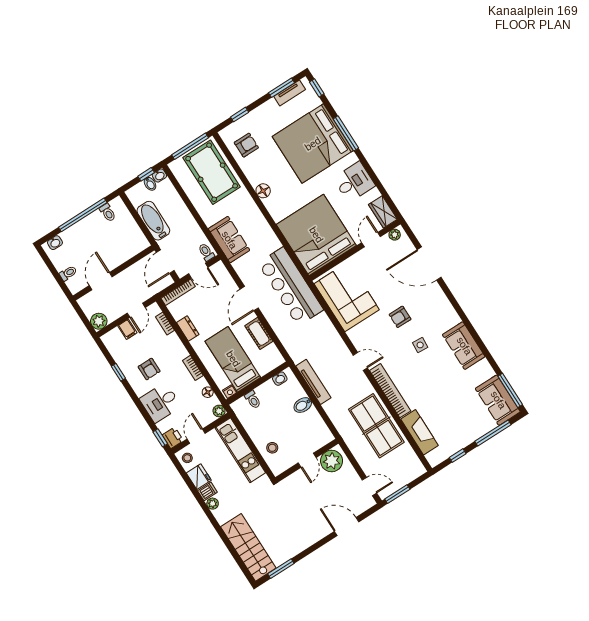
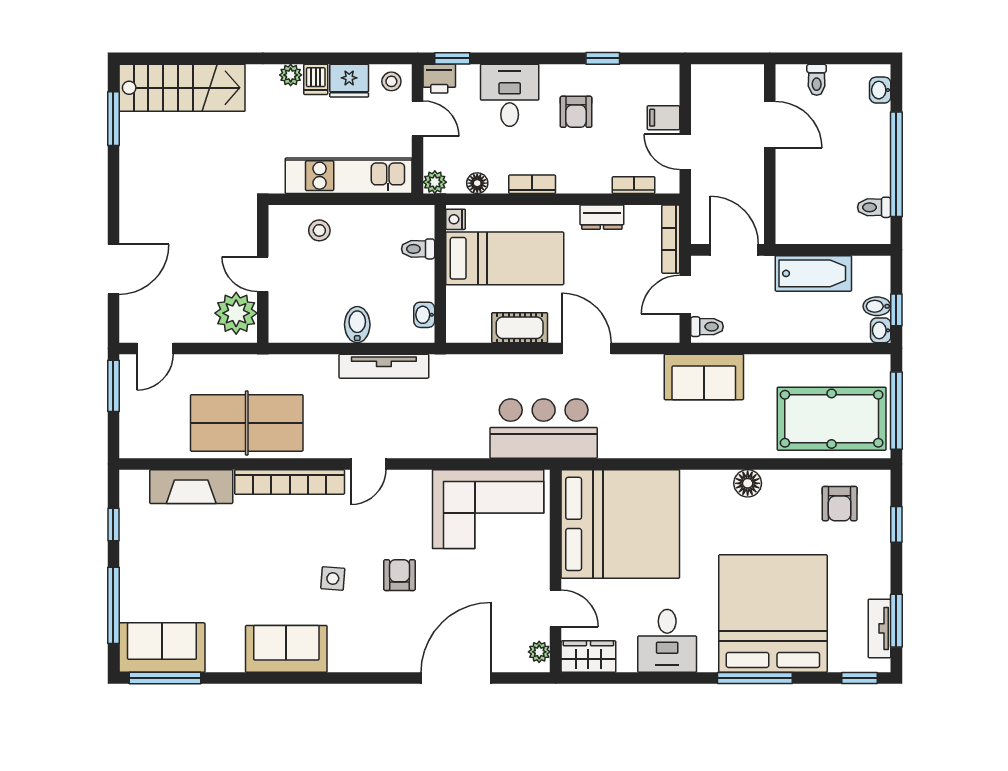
bar counter: (291, 286) -> (544, 429), width x0.73
plant: (99, 321) -> (706, 80), removed
armchair: (149, 369) -> (576, 112), turned -90

